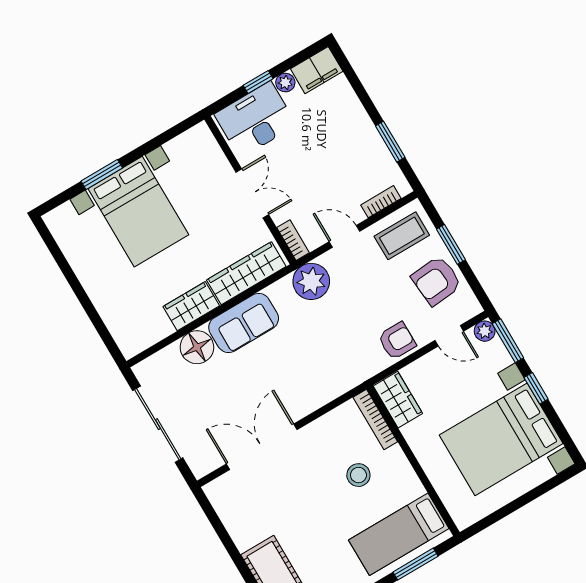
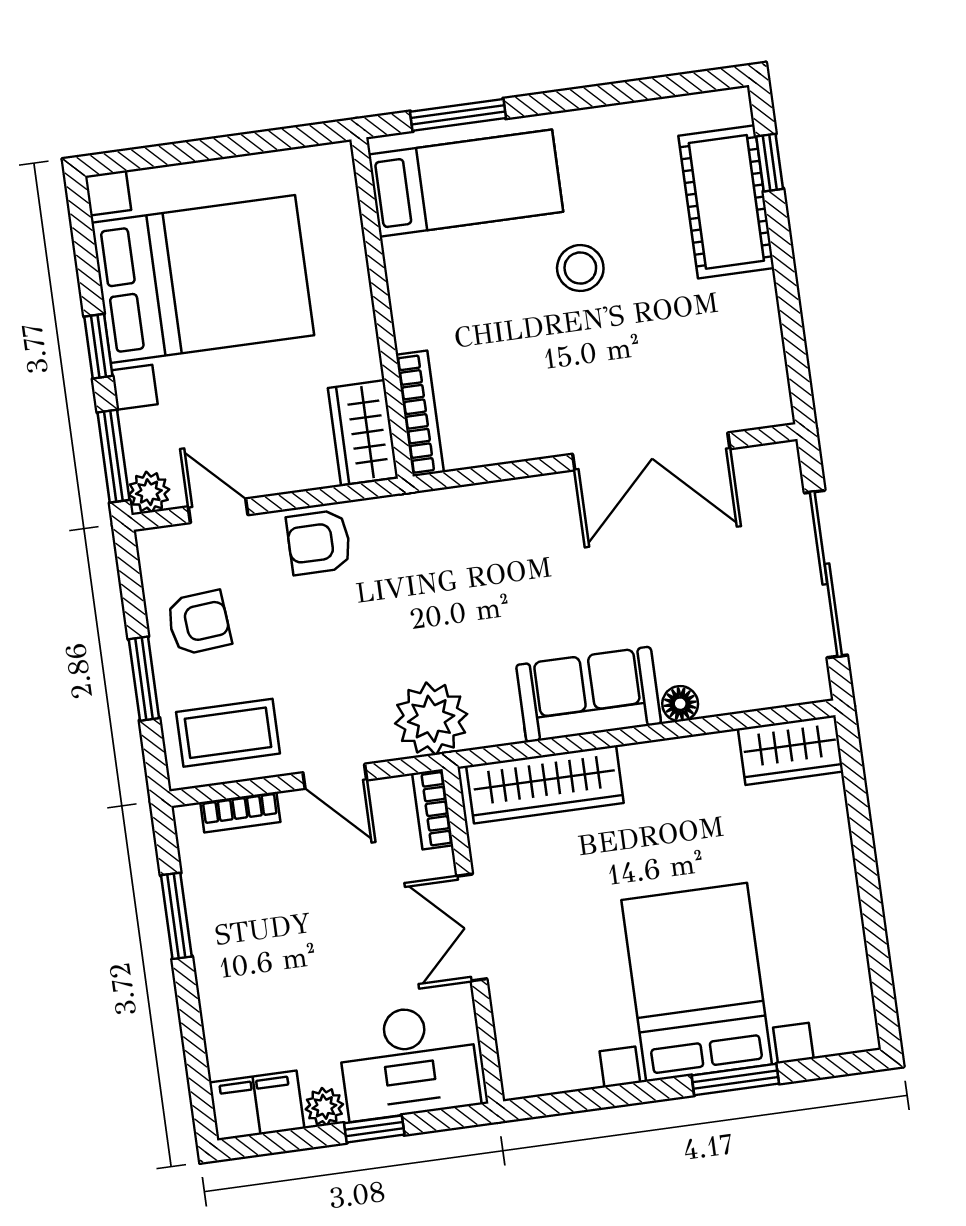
armchair: (437, 281) -> (199, 623), width x0.72, depth x0.72
wardrobe: (191, 306) -> (790, 750), moved
floor lamp: (197, 347) -> (680, 704), width x0.53, depth x0.53
stool: (358, 475) -> (580, 268), moved

